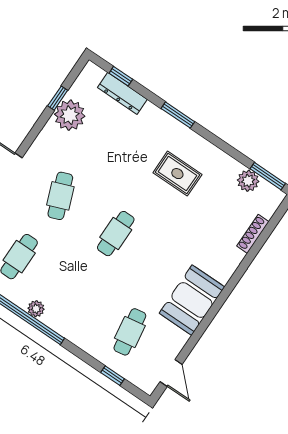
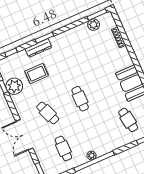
dresser: (122, 93) -> (38, 48), moved
rug: (177, 174) -> (37, 74), moved

